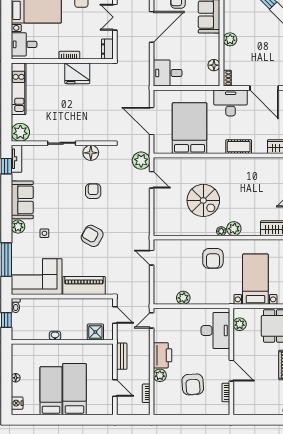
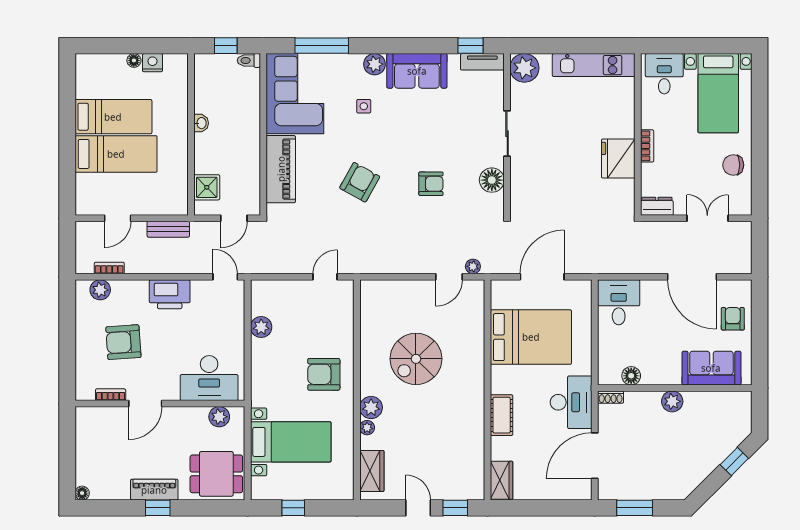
plant: (141, 161) -> (473, 266), width x0.53, depth x0.53
plant: (221, 231) -> (367, 428), moved
plant: (160, 375) -> (100, 290), moved
nightstand: (17, 403) -> (152, 63), moved

